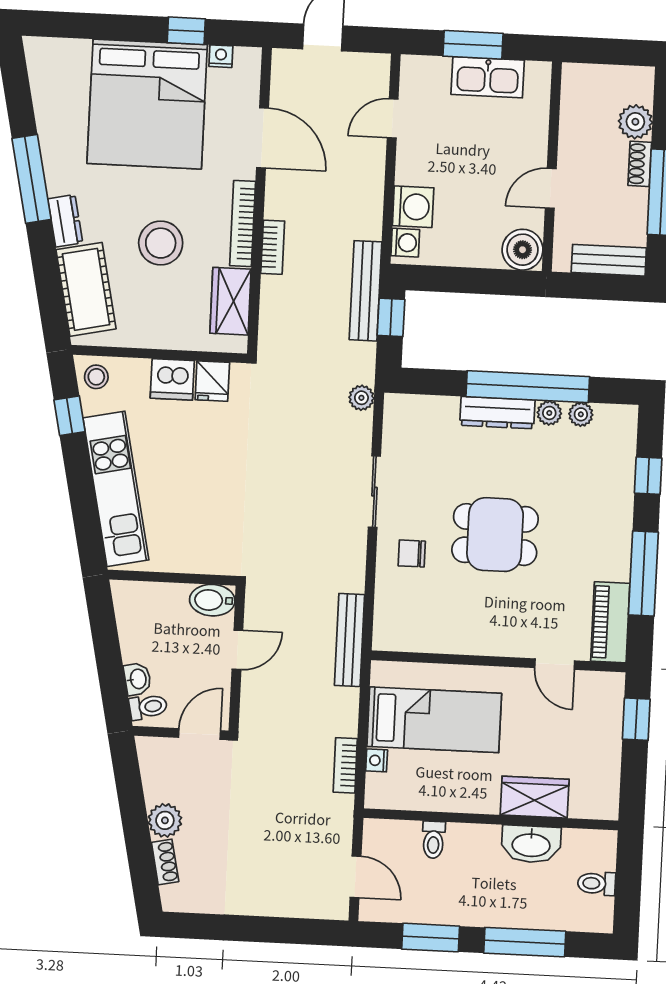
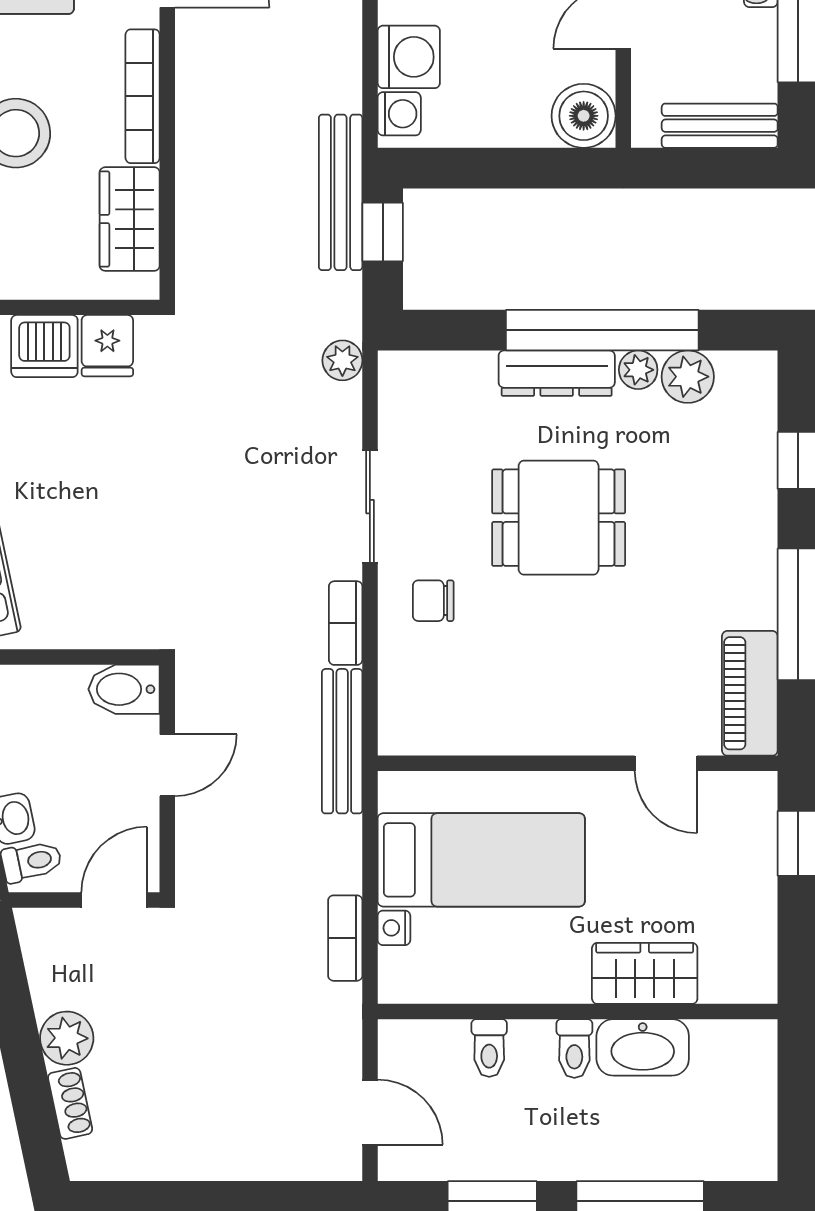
bookcase: (273, 247) -> (346, 623), moved, turned 180
plant: (581, 414) -> (688, 377), width x1.38, depth x1.38
dining table: (495, 535) -> (559, 518), moved
toilet: (597, 883) -> (574, 1049), moved, turned -90

